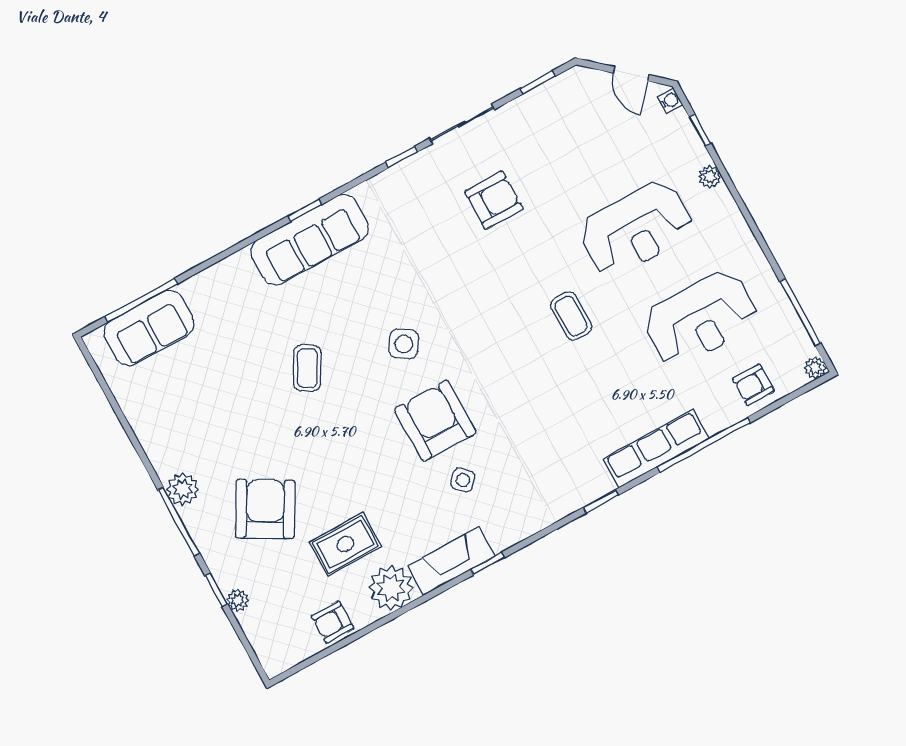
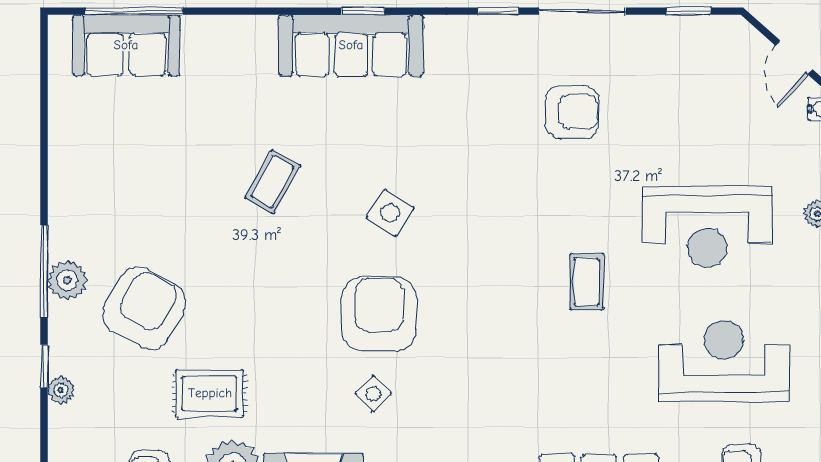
reception desk: (701, 319) -> (724, 361), turned 180
plant: (183, 489) -> (67, 280), moved

